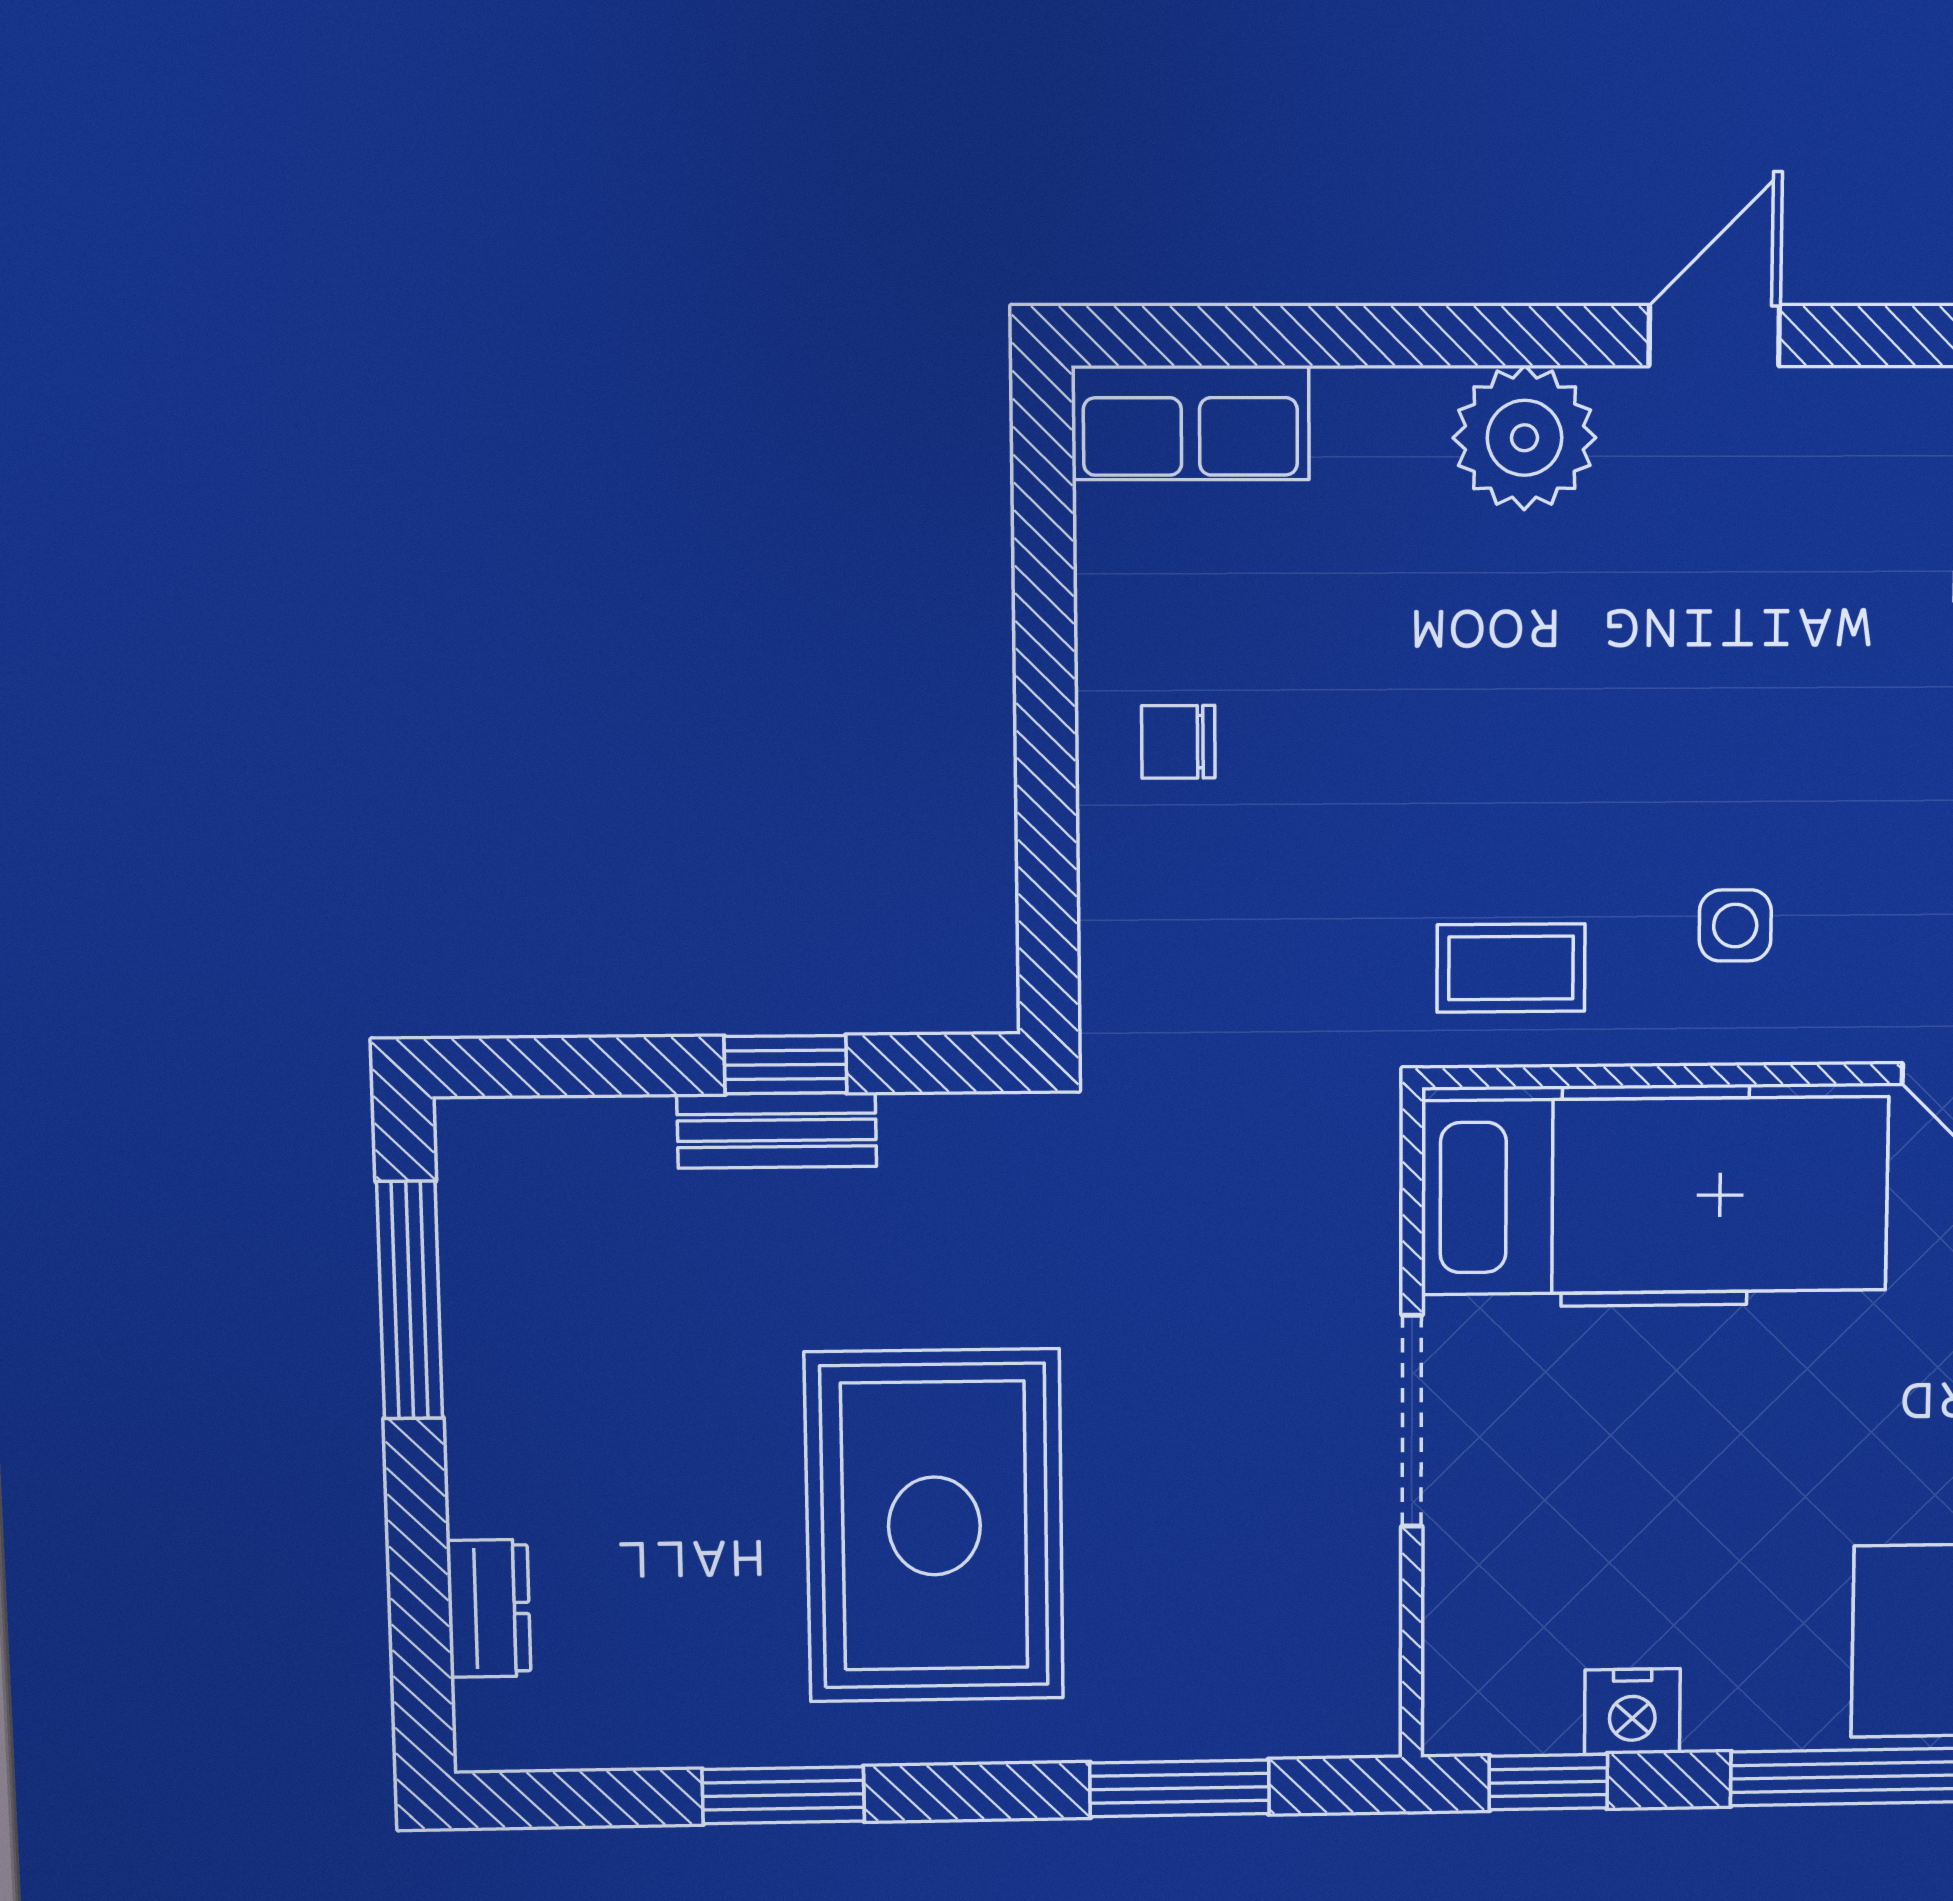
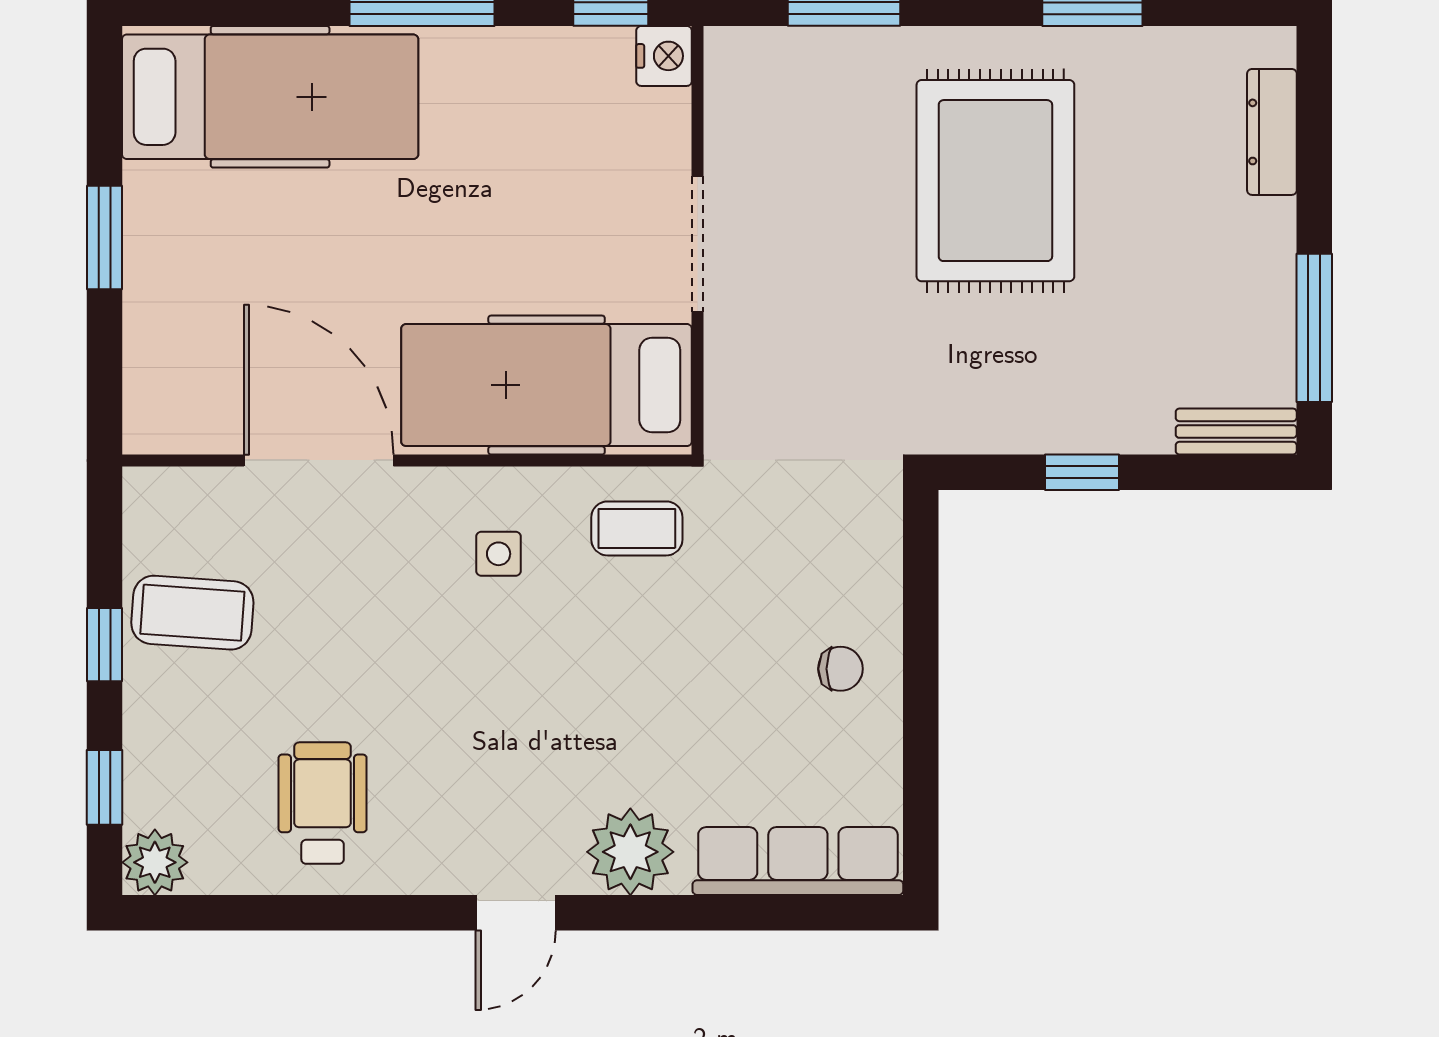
row of seats: (1190, 423) -> (798, 861), width x1.48
bench: (777, 1130) -> (1236, 431), moved
dresser: (489, 1608) -> (1272, 132), width x1.44
nightstand: (1632, 1712) -> (664, 56), moved, turned 90

